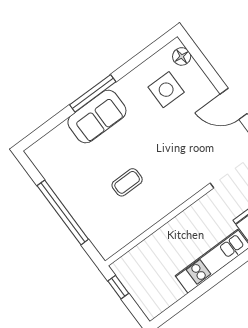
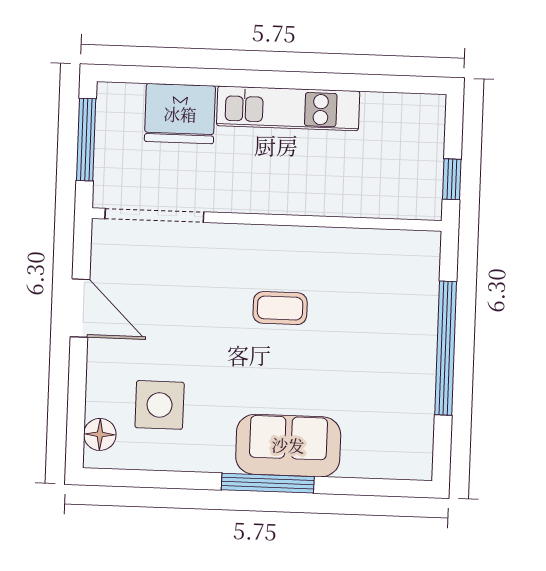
coffee table: (127, 182) -> (280, 308), moved

